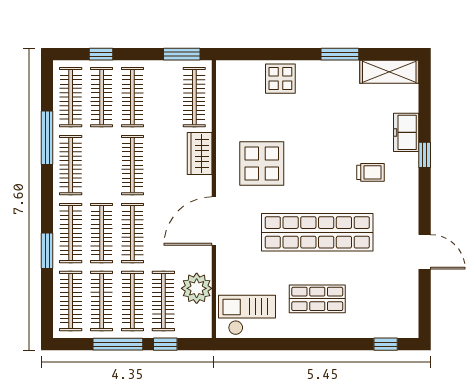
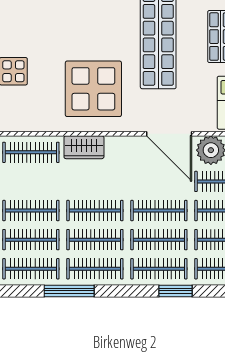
display table: (262, 163) -> (93, 89), width x1.36, depth x1.36
clothes rail: (102, 165) -> (95, 240), added
door: (214, 221) -> (169, 134), moved

